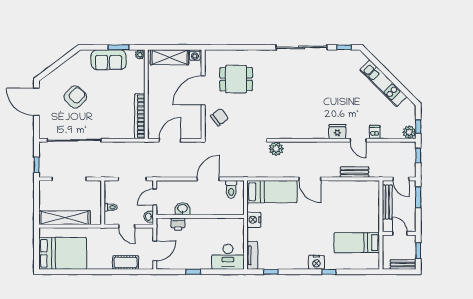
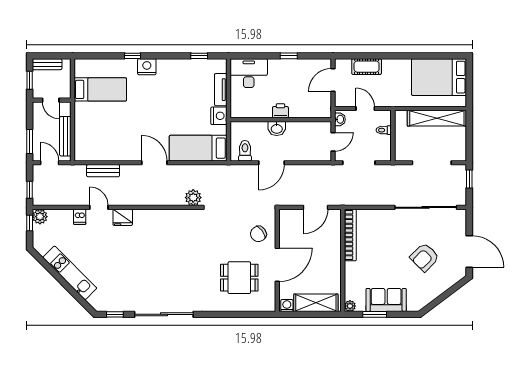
washbasin: (183, 209) -> (277, 128), moved
printer: (178, 224) -> (280, 111), moved
tv unit: (252, 255) -> (221, 90), moved

